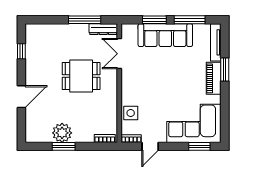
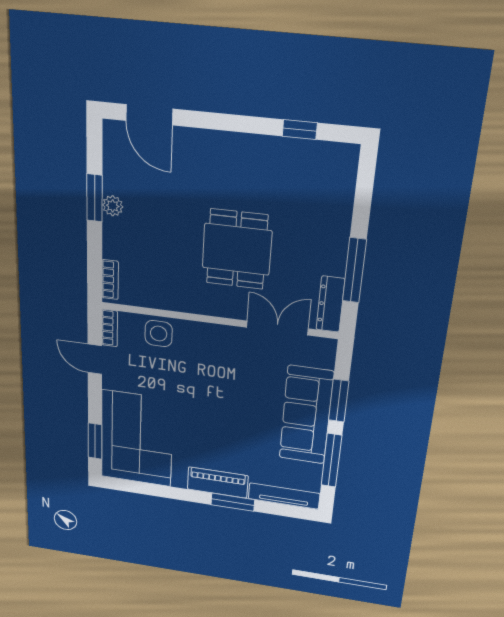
door: (21, 97) -> (149, 115), moved
plant: (62, 133) -> (113, 206), width x0.53, depth x0.53

